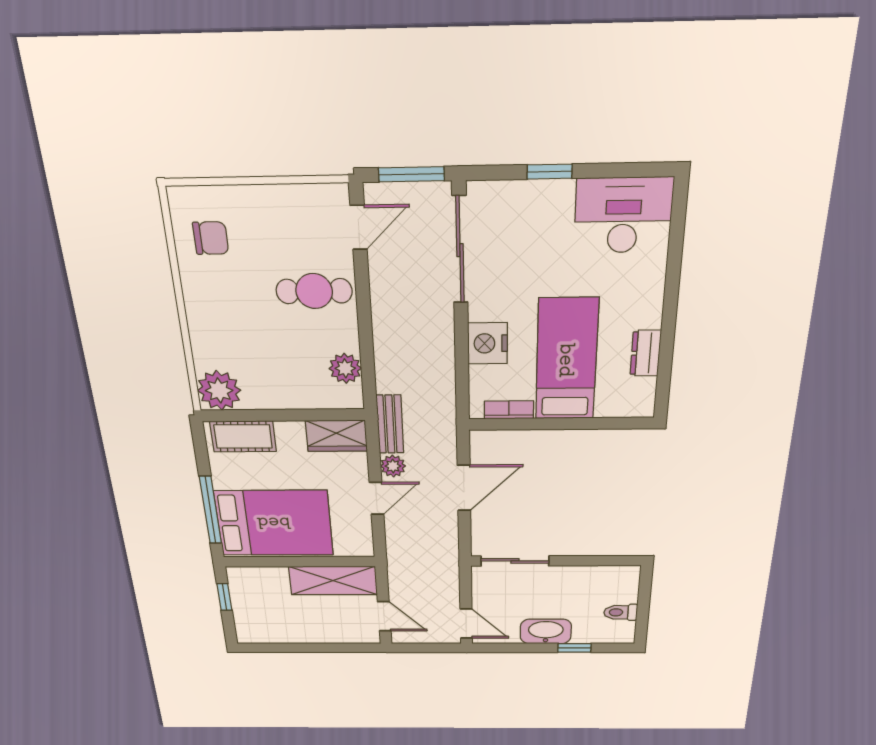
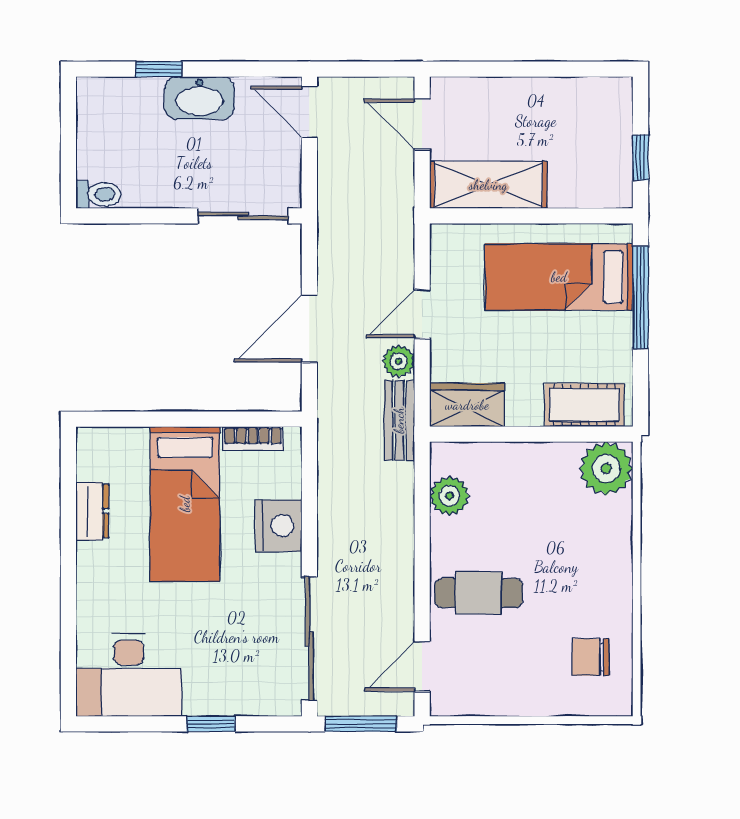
bed: (274, 523) -> (559, 277), width x0.67
toilet: (621, 612) -> (99, 194), moved

